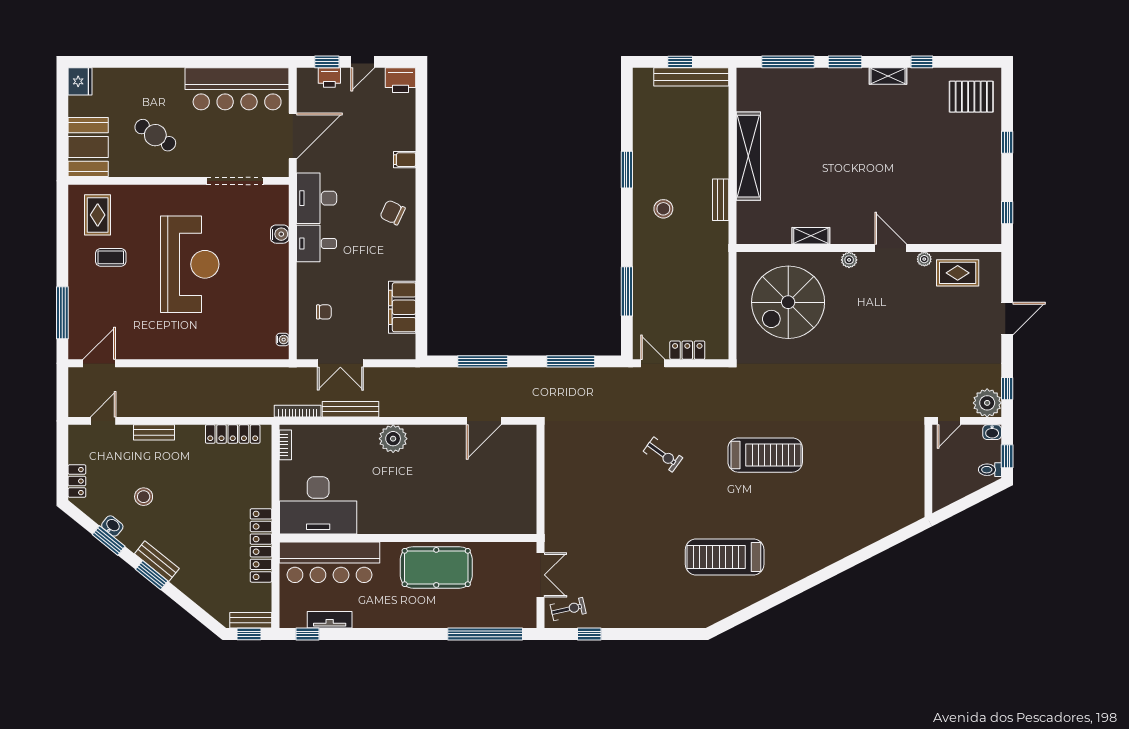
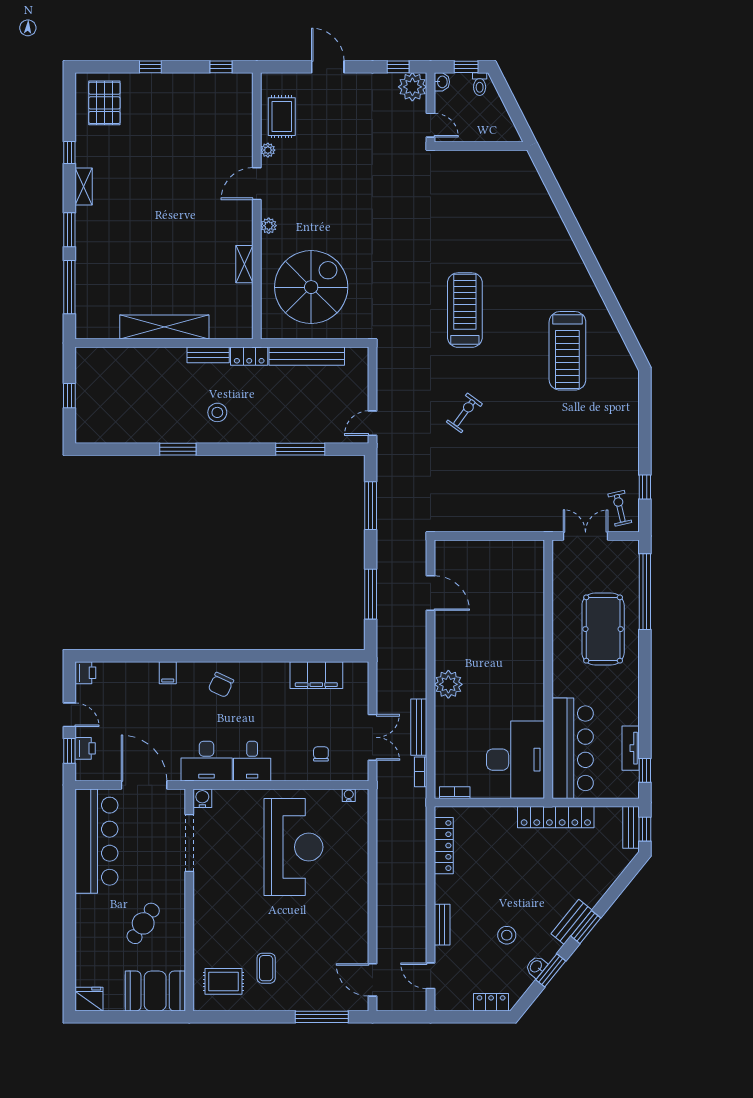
bench: (691, 77) -> (307, 356), moved, turned 90
printer: (401, 80) -> (85, 673), width x0.73, depth x0.81
water cooler: (280, 234) -> (202, 798), moved
reception desk: (190, 264) -> (293, 847), moved, turned 90
spiral stairs: (788, 302) -> (311, 287), turned -90
locker: (687, 350) -> (249, 356), moved, turned -90
bookcase: (298, 411) -> (421, 772), width x0.64
pool table: (436, 567) -> (603, 629), moved

